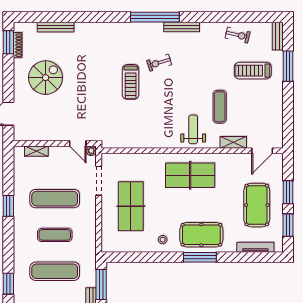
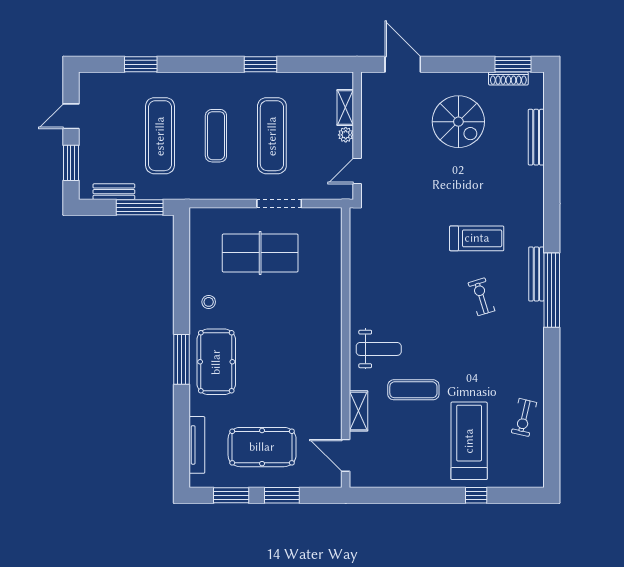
bench: (182, 27) -> (536, 274), moved
bench: (278, 36) -> (522, 479), removed
window: (288, 66) -> (476, 495), width x0.46
treadmill: (253, 71) -> (469, 441), width x1.37, depth x1.38
treadmill: (131, 82) -> (477, 238), moved, turned 180
plant: (91, 151) -> (346, 135), moved
table tennis table: (190, 175) -> (308, 344), removed
doorway: (99, 181) -> (279, 203), moved

